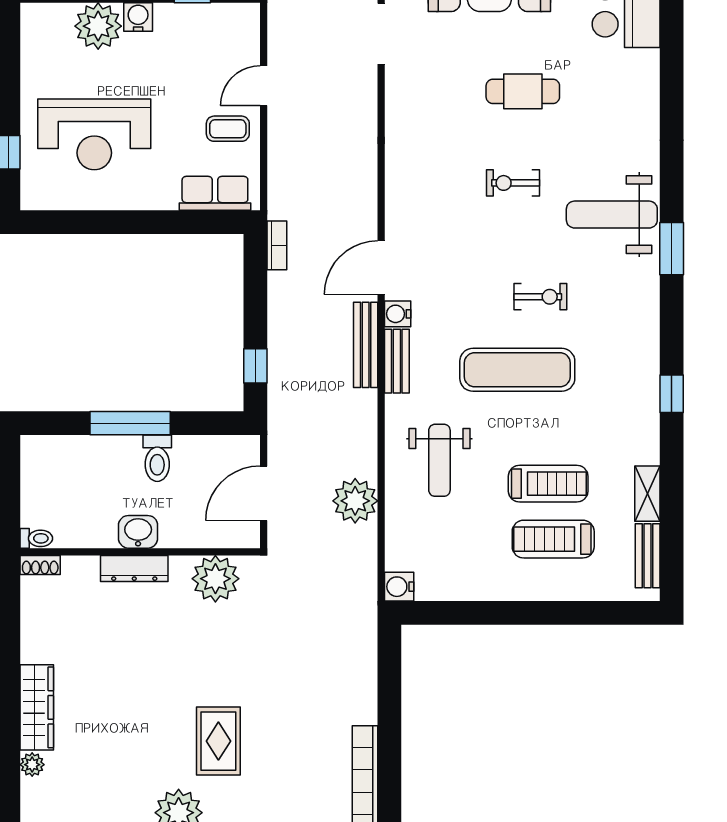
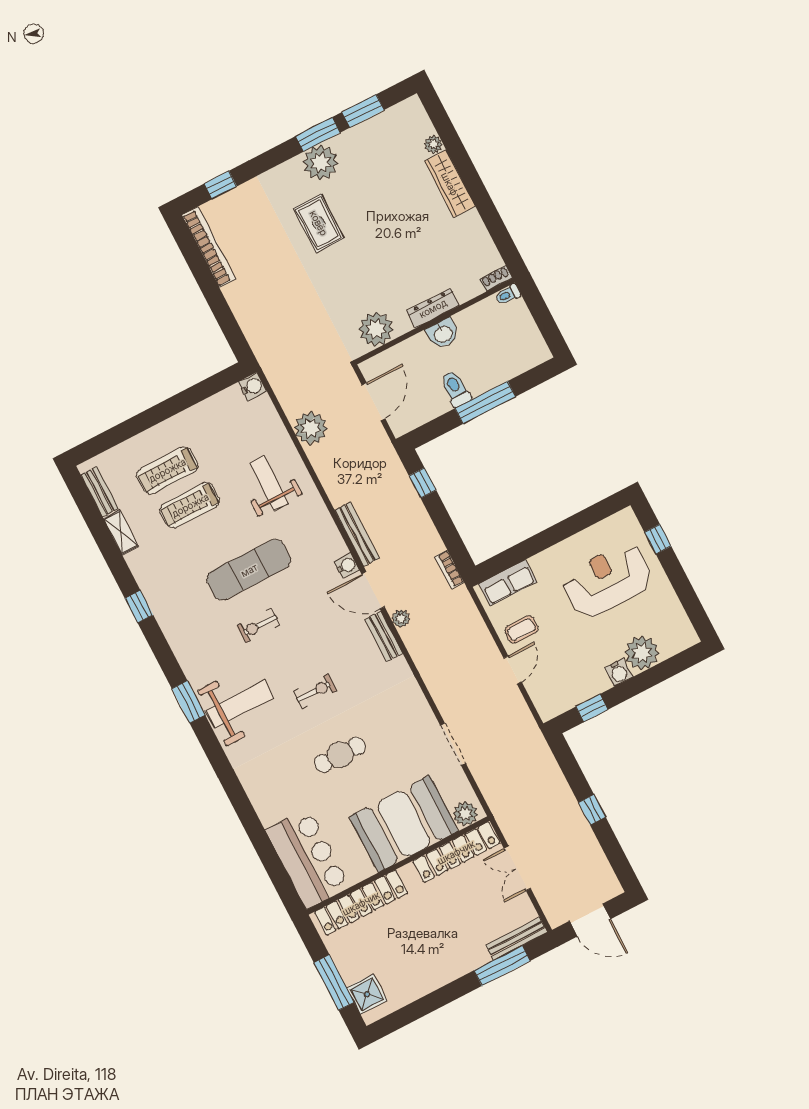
plant: (365, 217) -> (401, 618), added
door: (381, 268) -> (373, 590), swing flipped
bench: (397, 361) -> (384, 636), moved
treadmill: (553, 539) -> (167, 470), turned 180

